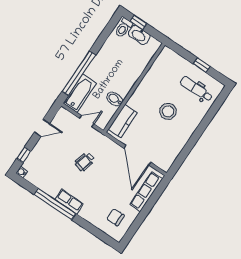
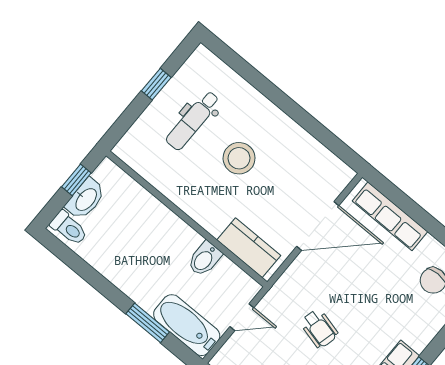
window: (138, 22) -> (76, 180), moved
window: (79, 73) -> (148, 323), width x0.47
dental chair: (196, 89) -> (193, 120), moved
door: (87, 121) -> (242, 317), swing flipped

